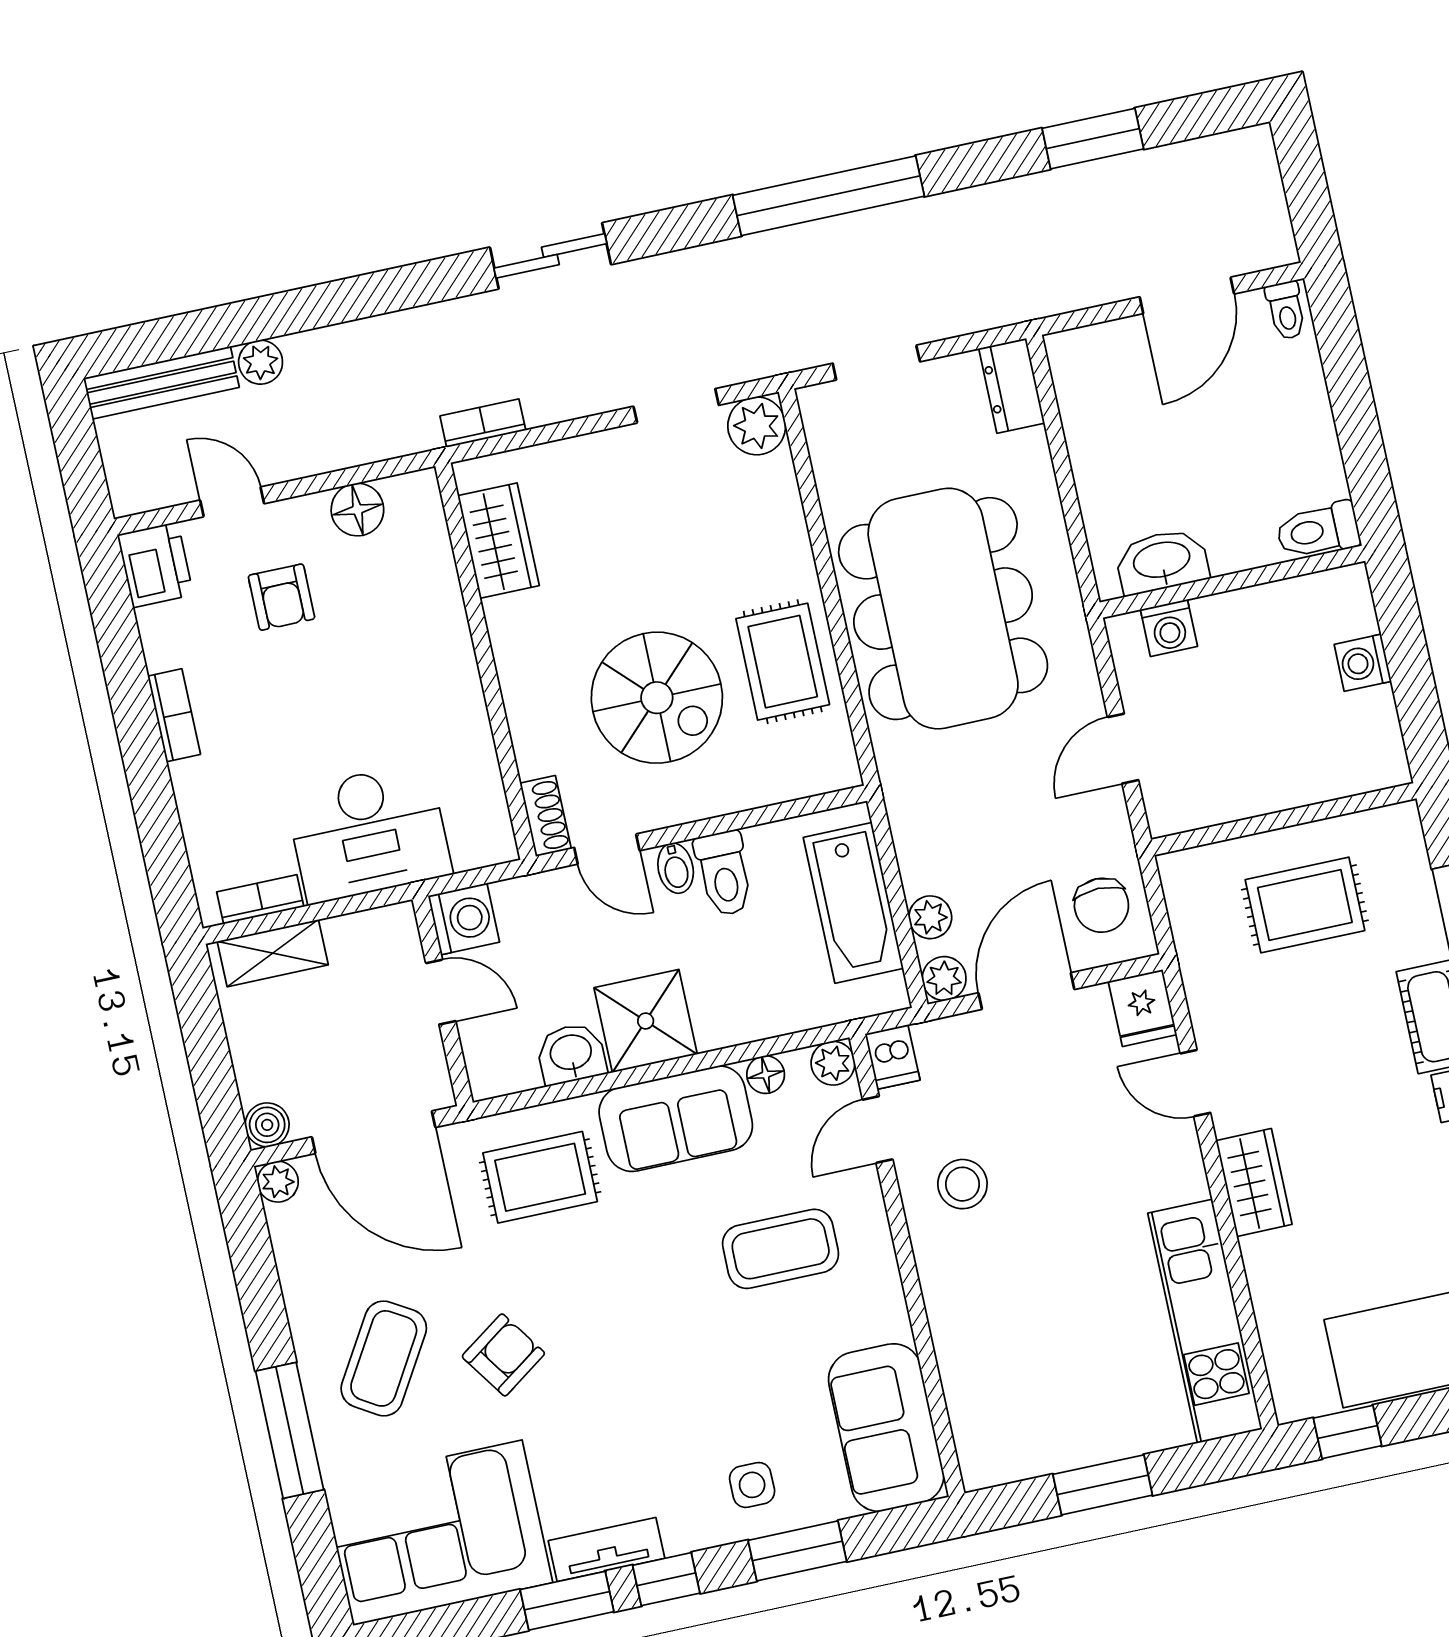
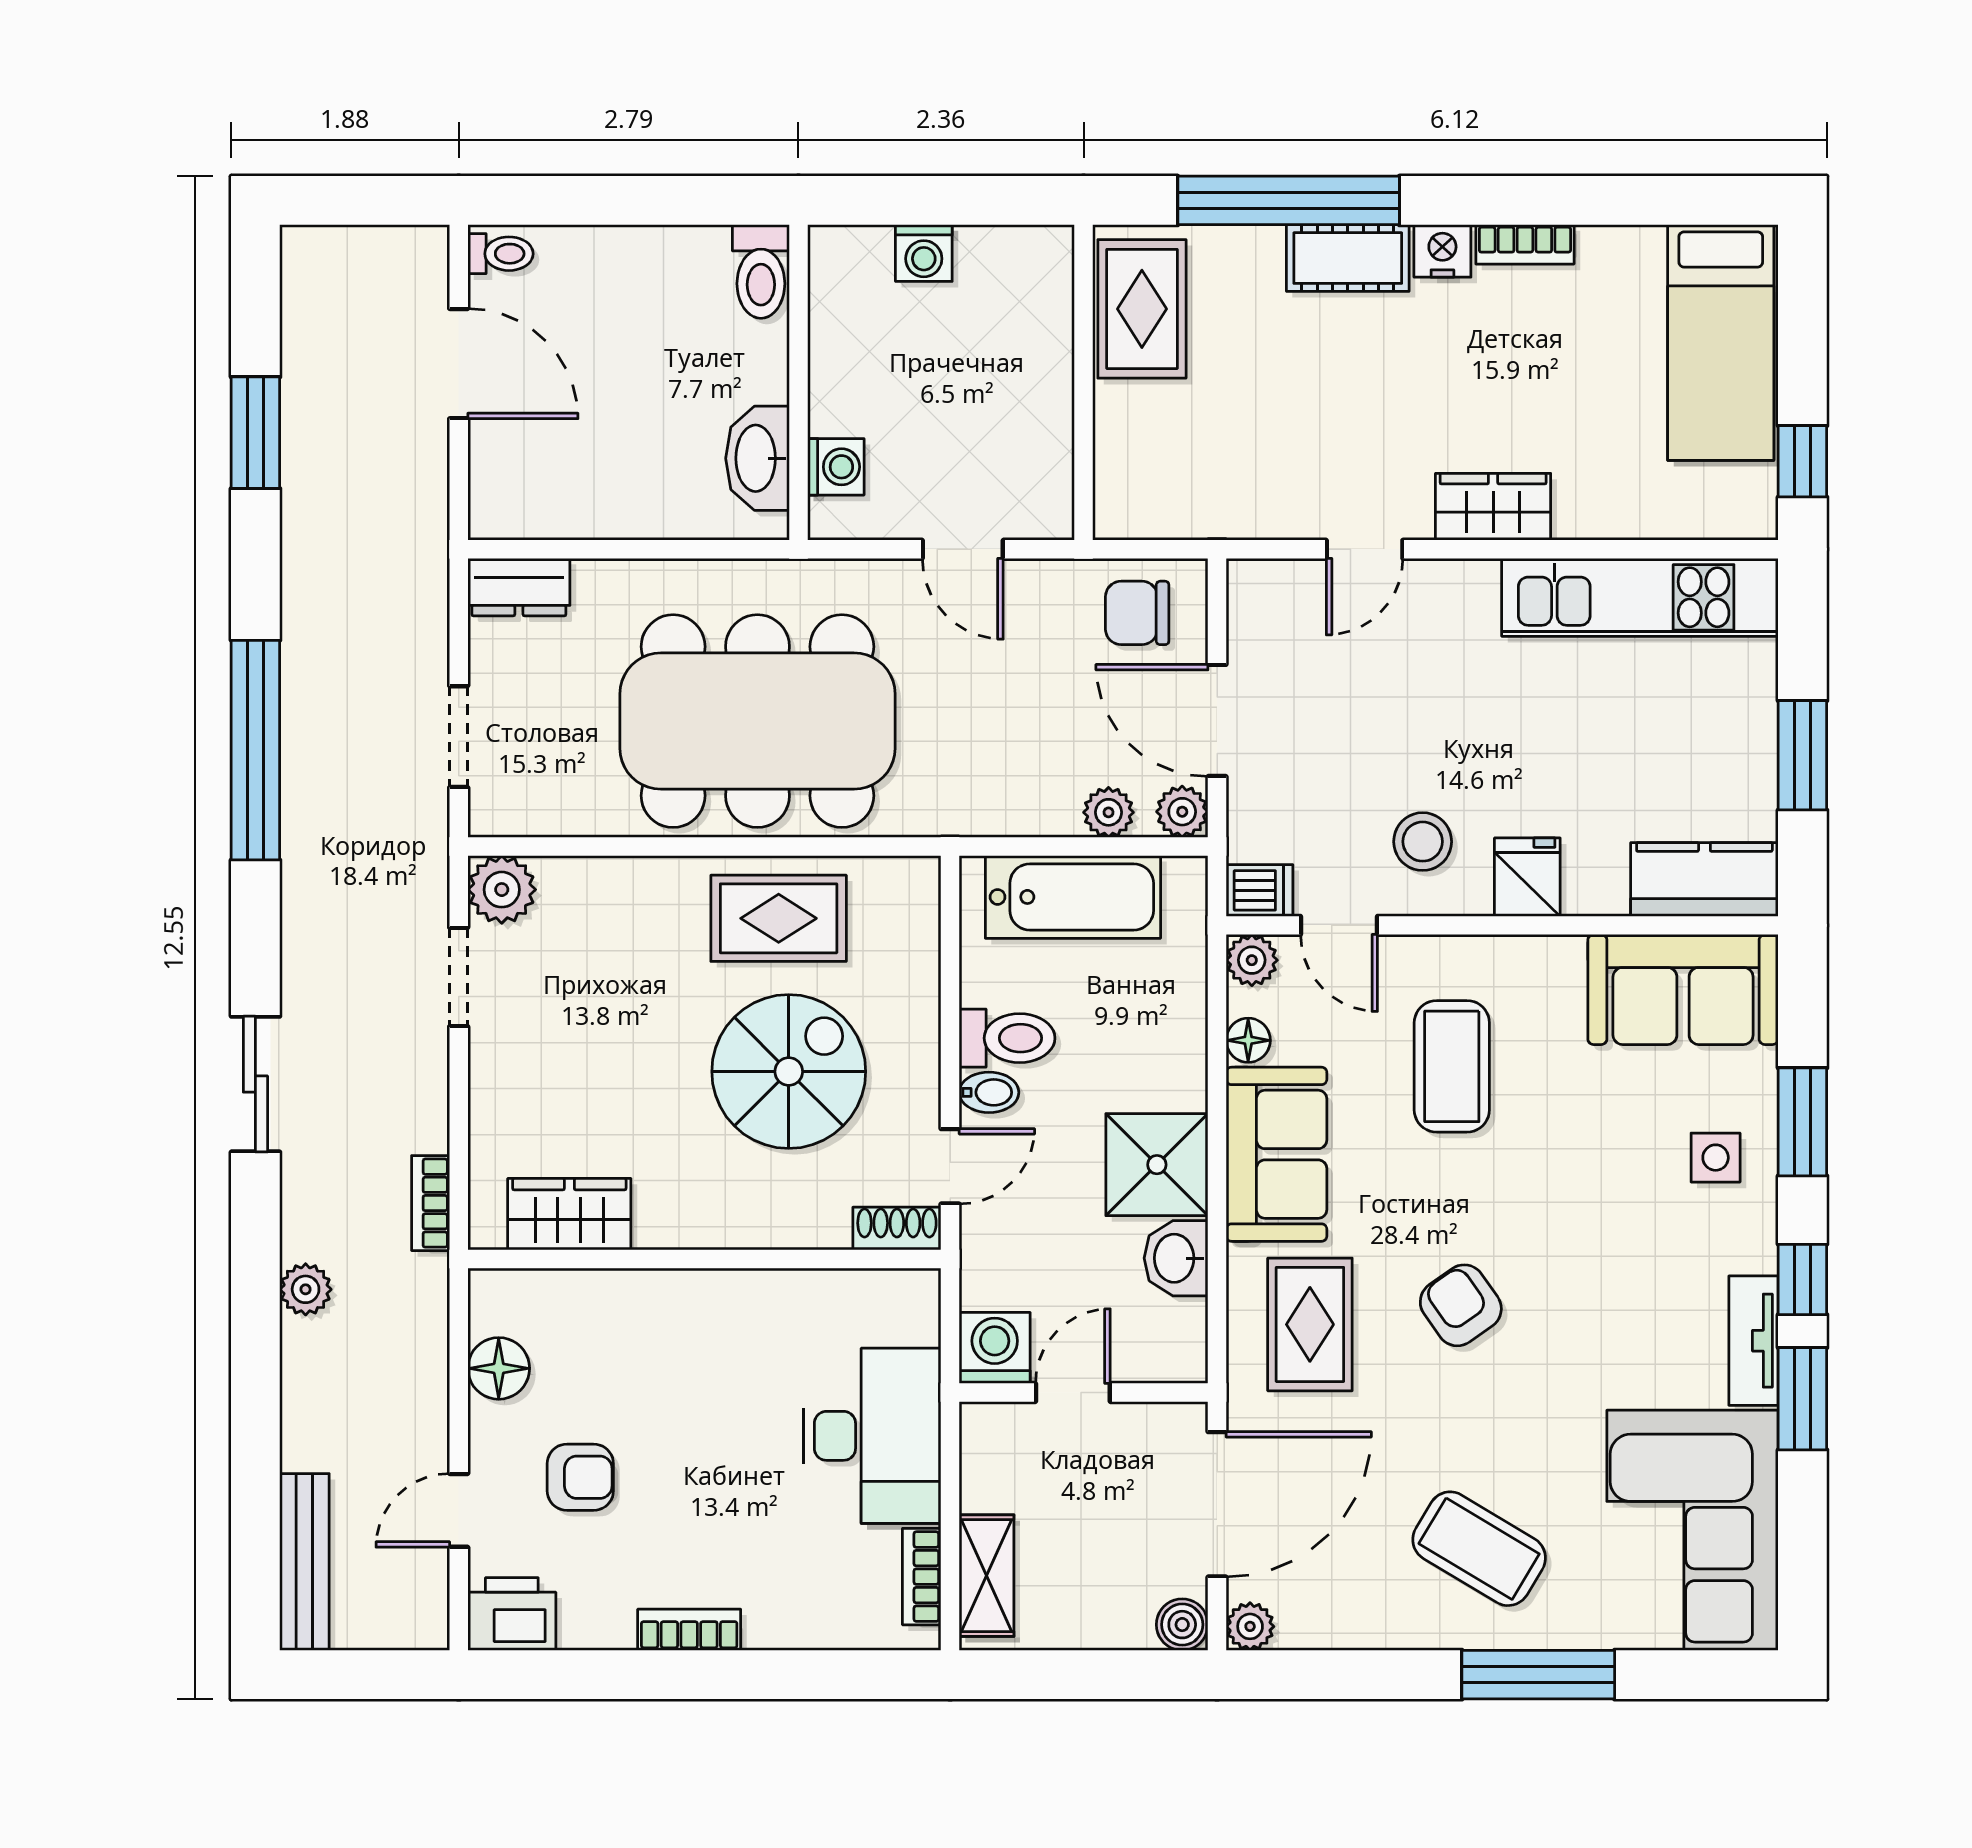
plant: (261, 362) -> (306, 1289), moved
chair: (1101, 905) -> (1137, 613), turned 180
rug: (1305, 905) -> (1142, 309), moved
fridge: (1143, 1008) -> (1527, 877), moved, turned -90
armchair: (503, 1355) -> (1461, 1305), moved
kitchen counter: (982, 1426) -> (1704, 879), added

